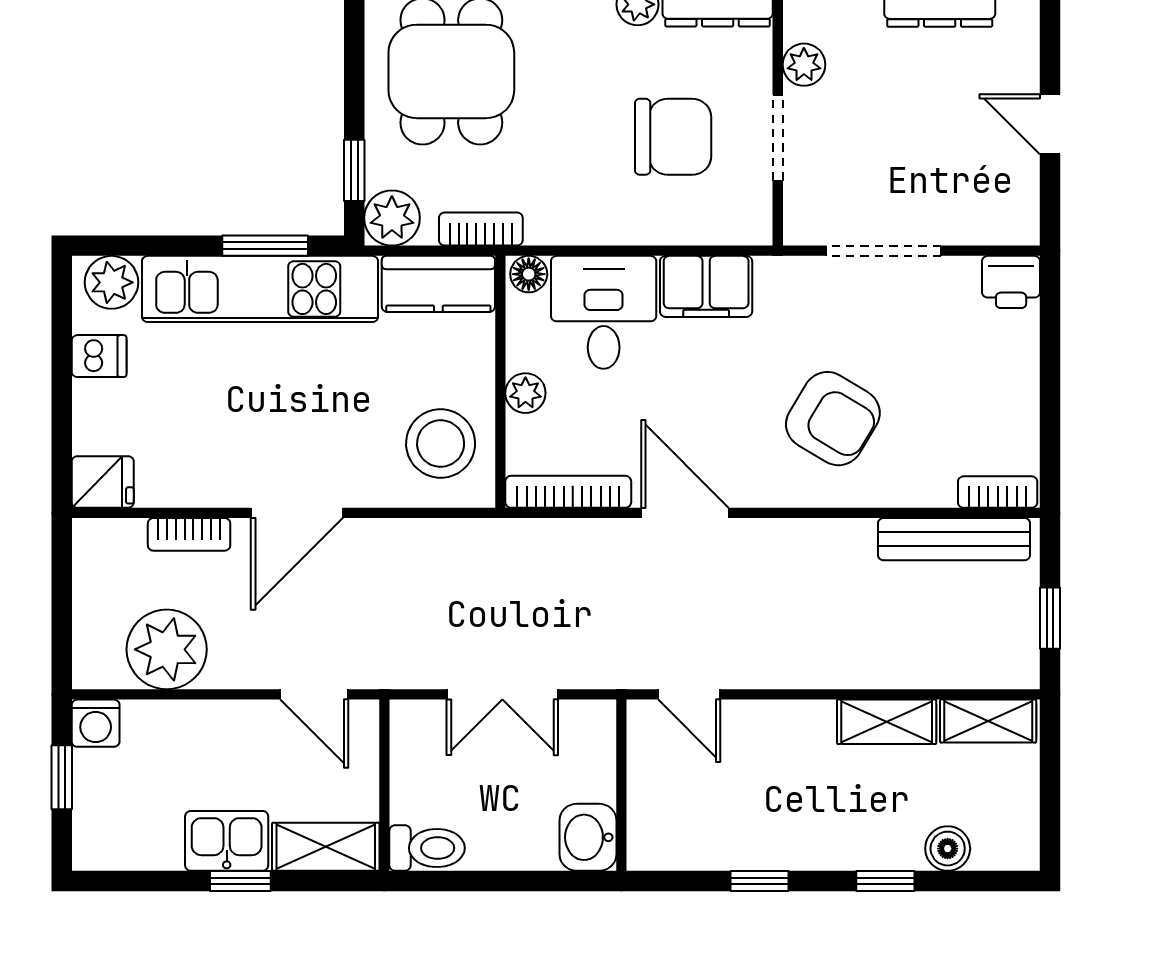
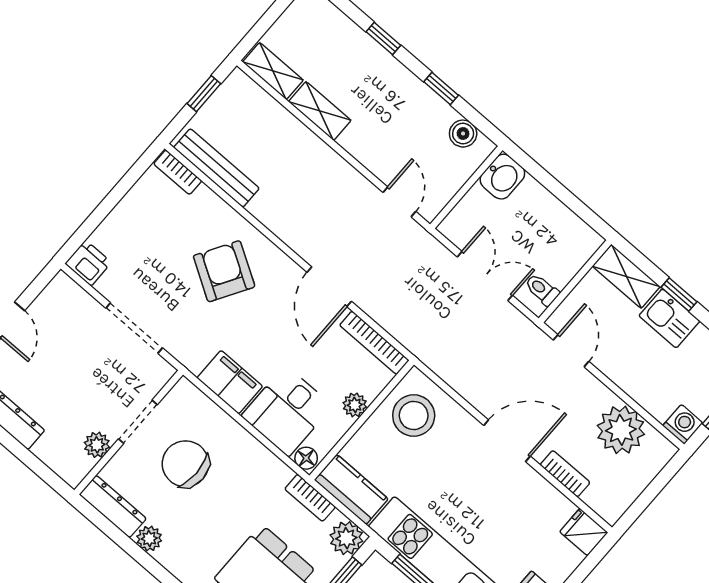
toilet: (427, 848) -> (542, 290), moved, width x0.73, depth x0.72
boiler: (948, 849) -> (463, 134), moved

